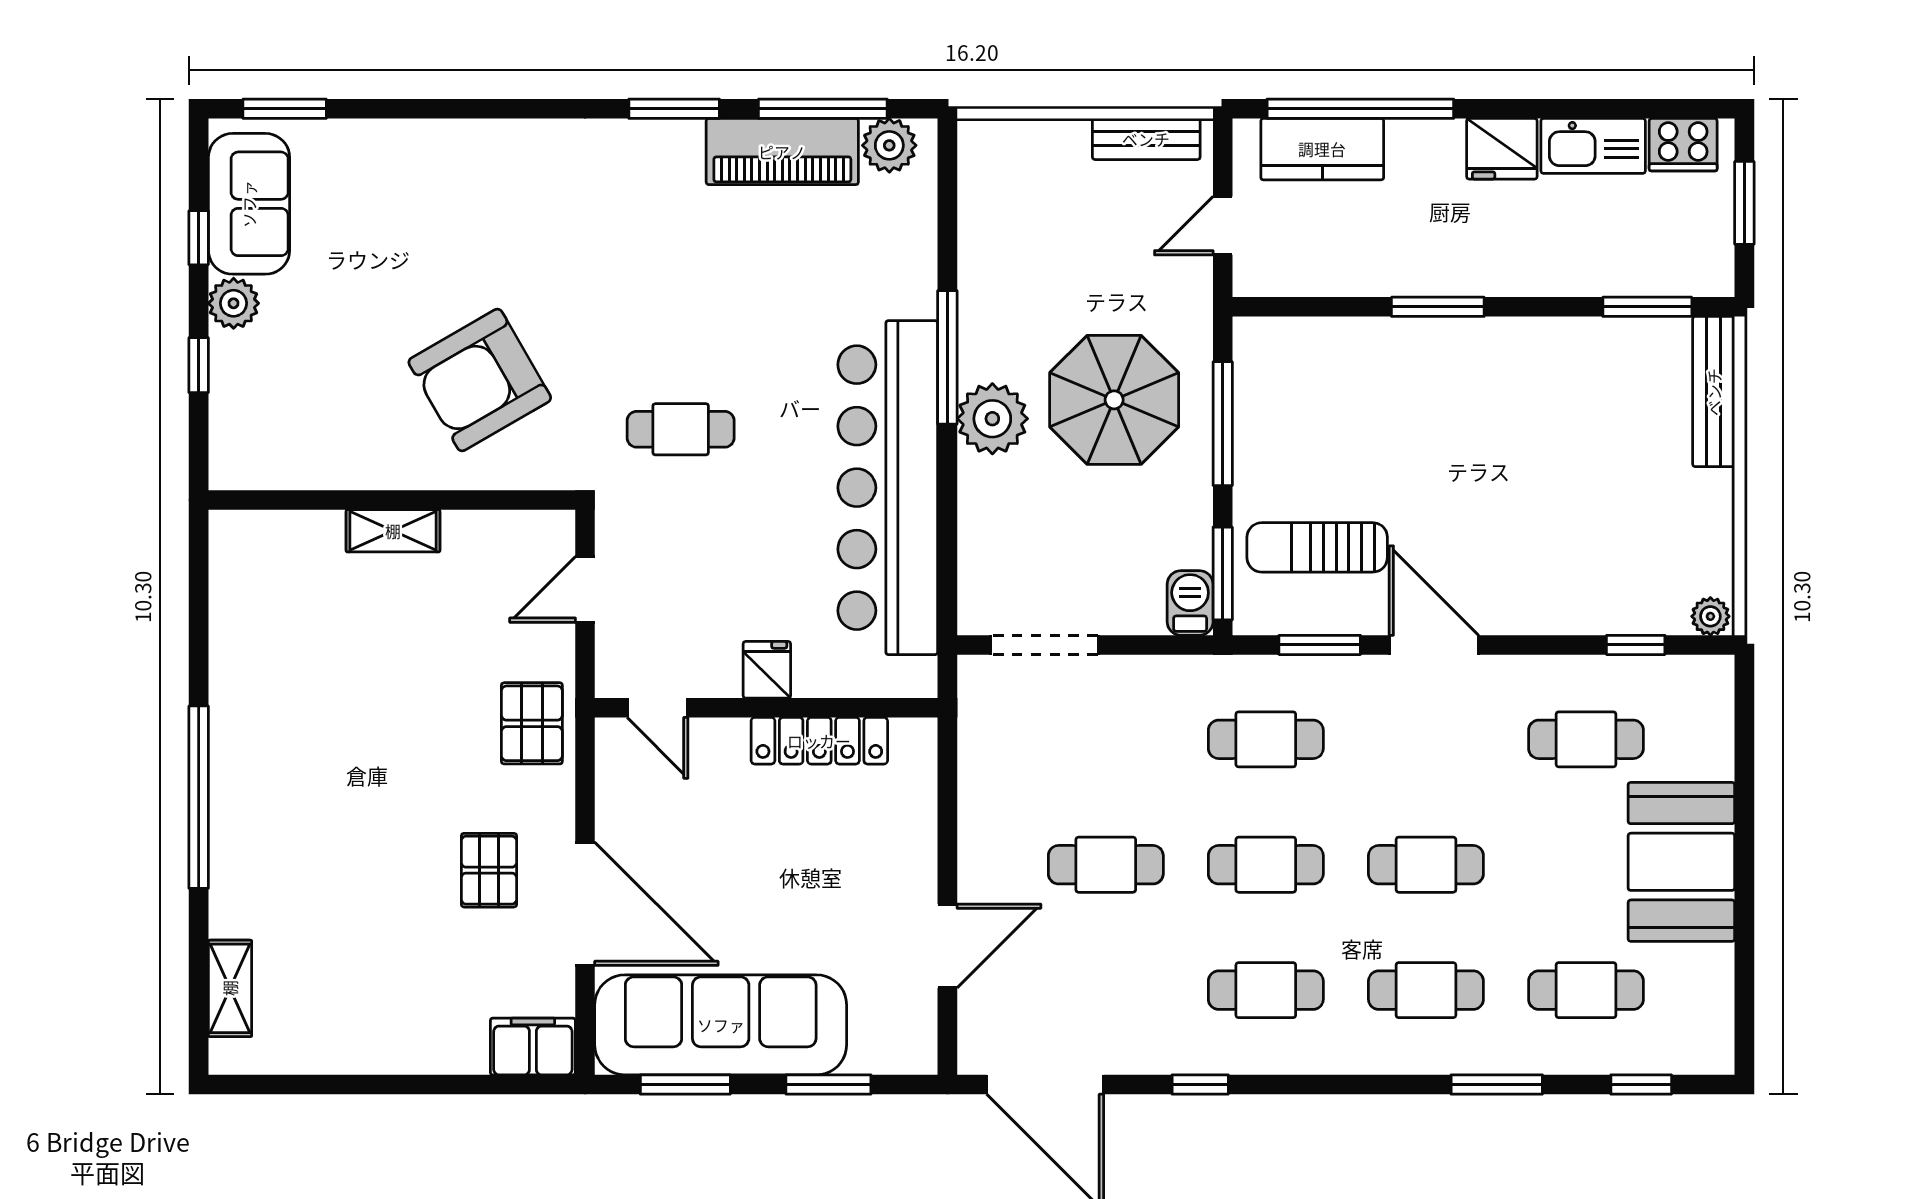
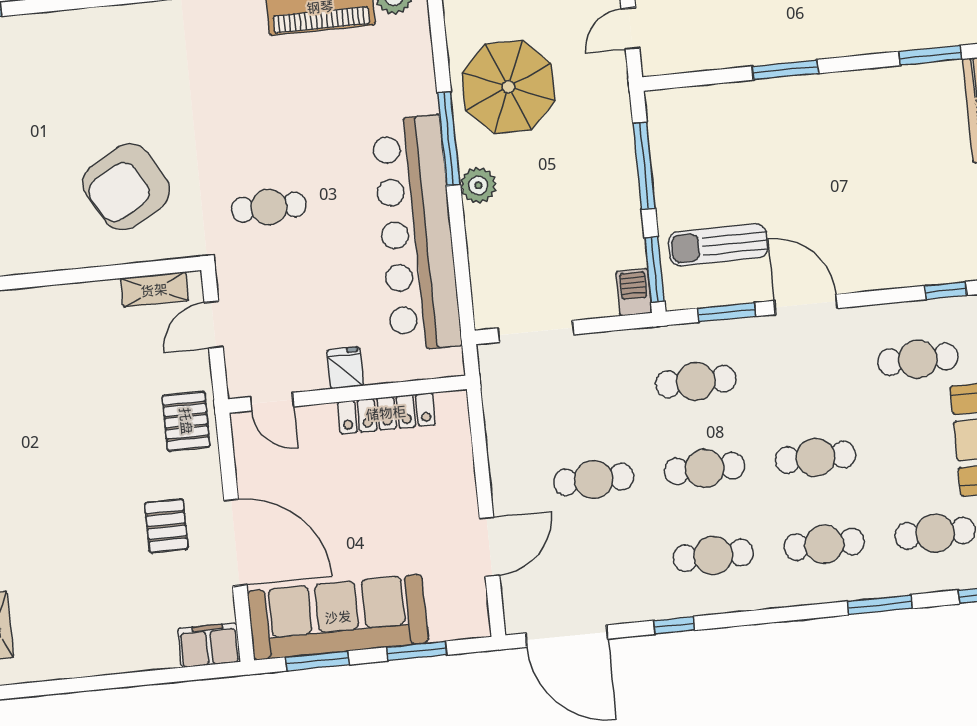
parasol: (1114, 400) -> (508, 87), moved
plant: (992, 419) -> (478, 185), width x0.73, depth x0.73
shelving: (393, 531) -> (154, 290), moved

